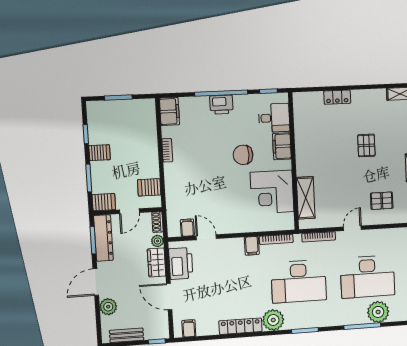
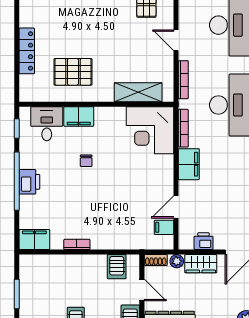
locker: (337, 97) -> (27, 51), width x1.53
pallet: (366, 145) -> (73, 72), moved, width x1.50, depth x1.42
chair: (243, 155) -> (86, 161), width x0.54, depth x0.54
corner desk: (272, 192) -> (150, 130), moved, turned 90
filing cabinet: (252, 246) -> (189, 164), width x2.00
printer: (181, 263) -> (204, 241), width x0.53, depth x0.68

